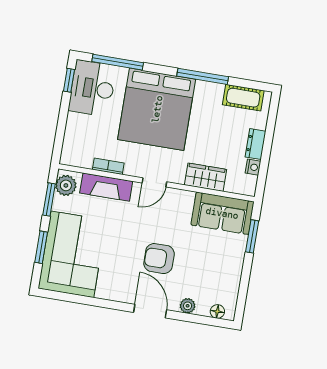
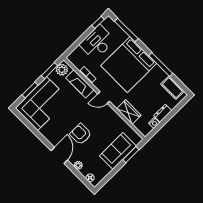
desk: (92, 88) -> (97, 42), moved
sofa: (222, 213) -> (118, 151), moved, turned 90

